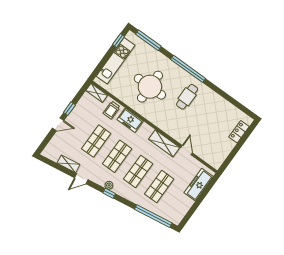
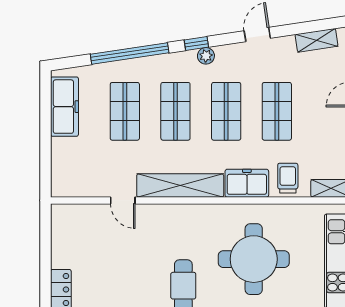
shelving: (164, 143) -> (180, 185), width x1.47
shelving: (68, 164) -> (316, 40), moved
freezer: (199, 185) -> (64, 107), moved
window: (153, 216) -> (130, 53), moved

